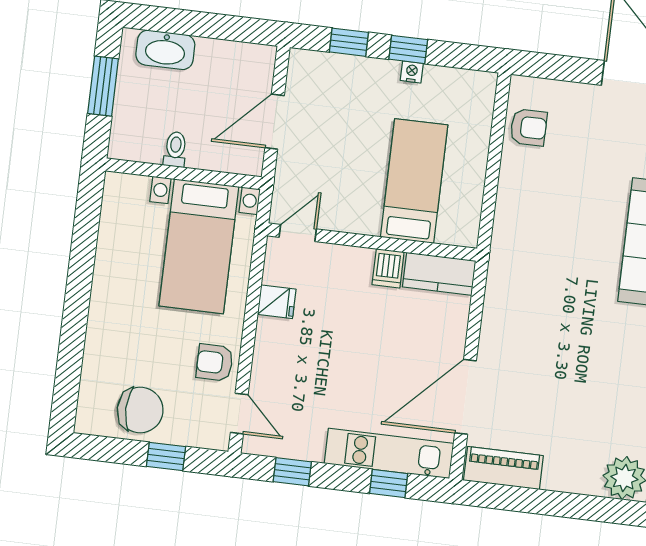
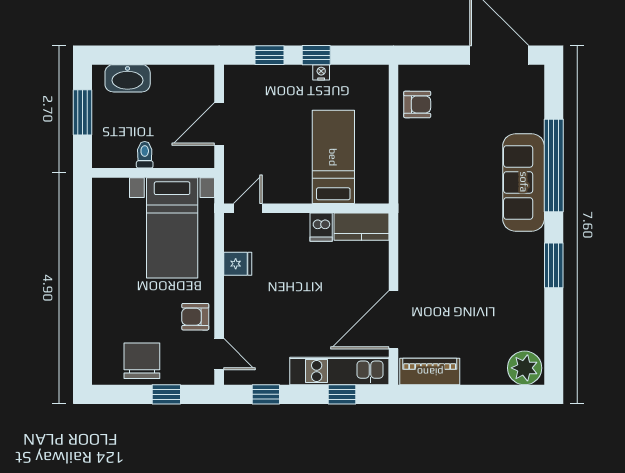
chair: (140, 410) -> (142, 361), turned -90

